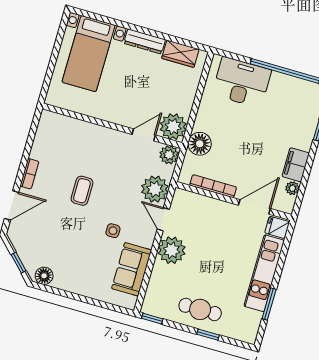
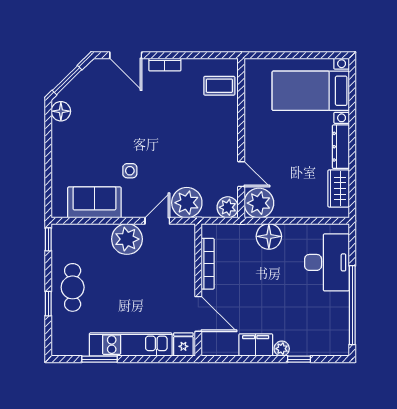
floor lamp: (200, 144) -> (269, 236), moved
plant: (292, 188) -> (282, 349), moved
coffee table: (82, 191) -> (219, 86), moved
window: (19, 263) -> (67, 80), width x1.50

